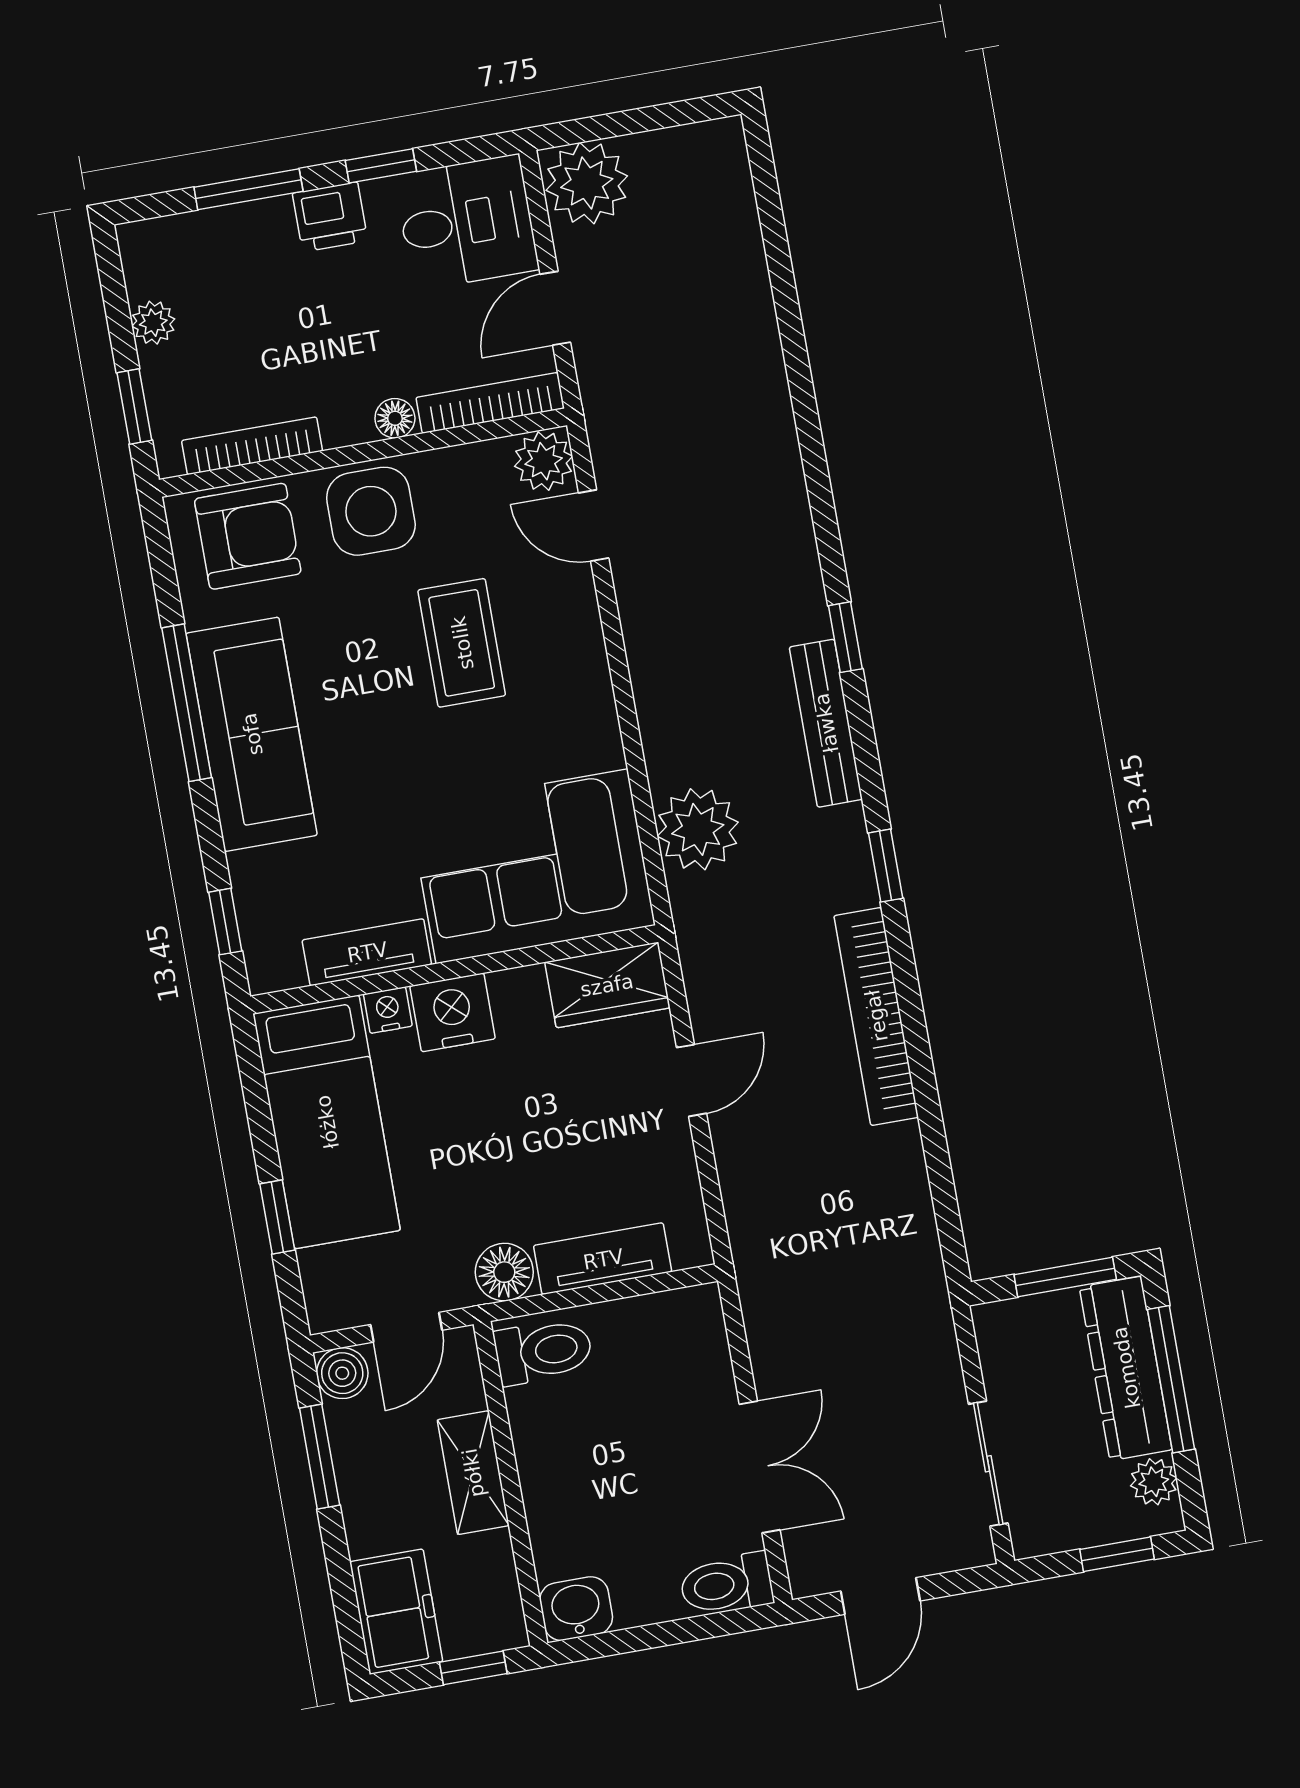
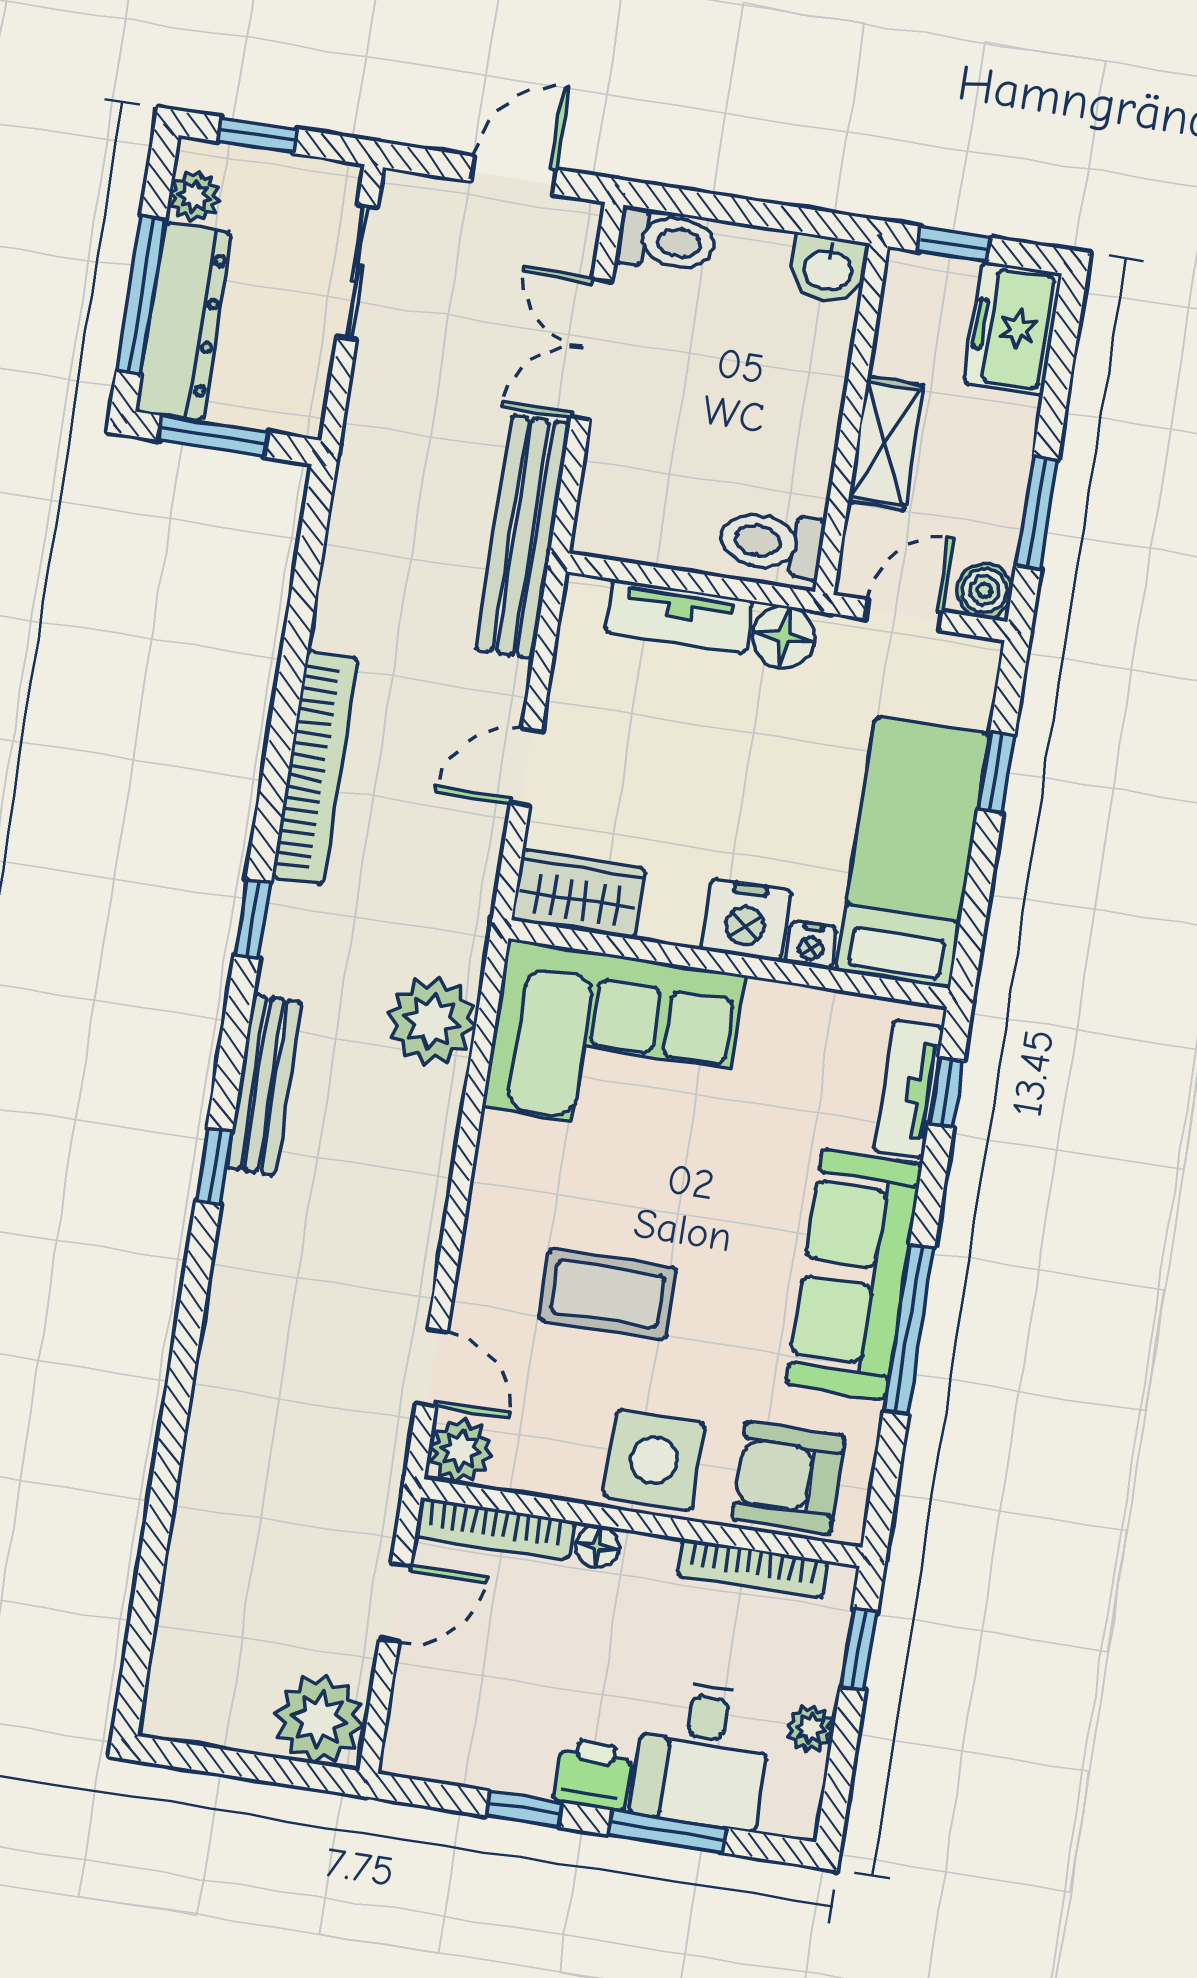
desk: (467, 222) -> (702, 1755), moved, turned -90
coffee table: (462, 643) -> (608, 1294), turned 90
tv unit: (367, 952) -> (909, 1089), moved, turned 90
bench: (764, 1282) -> (523, 537), added

